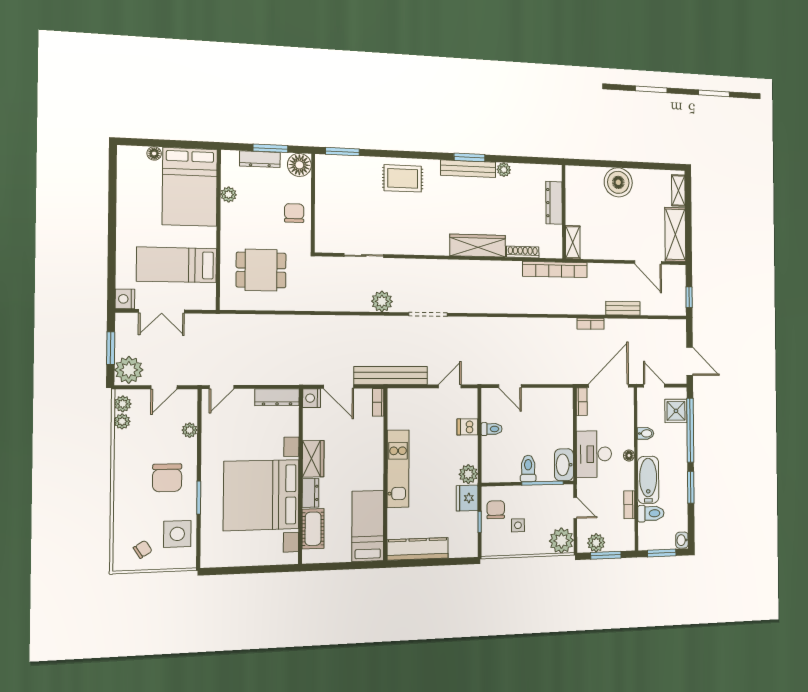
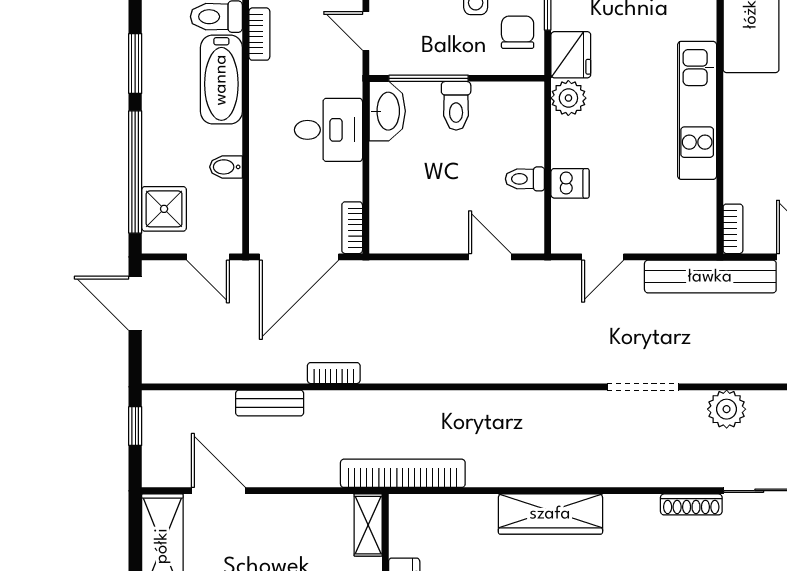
shoe rack: (523, 252) -> (691, 504), moved
desk: (594, 454) -> (329, 130), width x0.73
floor lamp: (629, 455) -> (259, 126), removed
chair: (496, 510) -> (518, 32), turned 180

